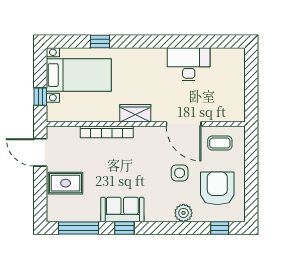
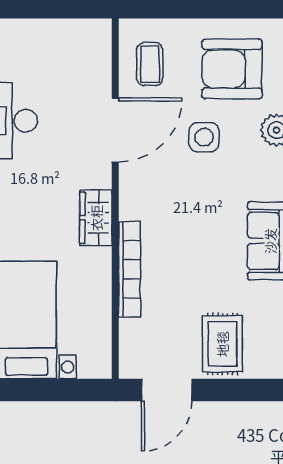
window: (40, 97) -> (66, 390), removed

